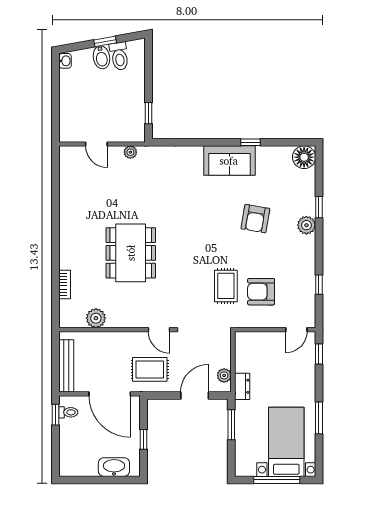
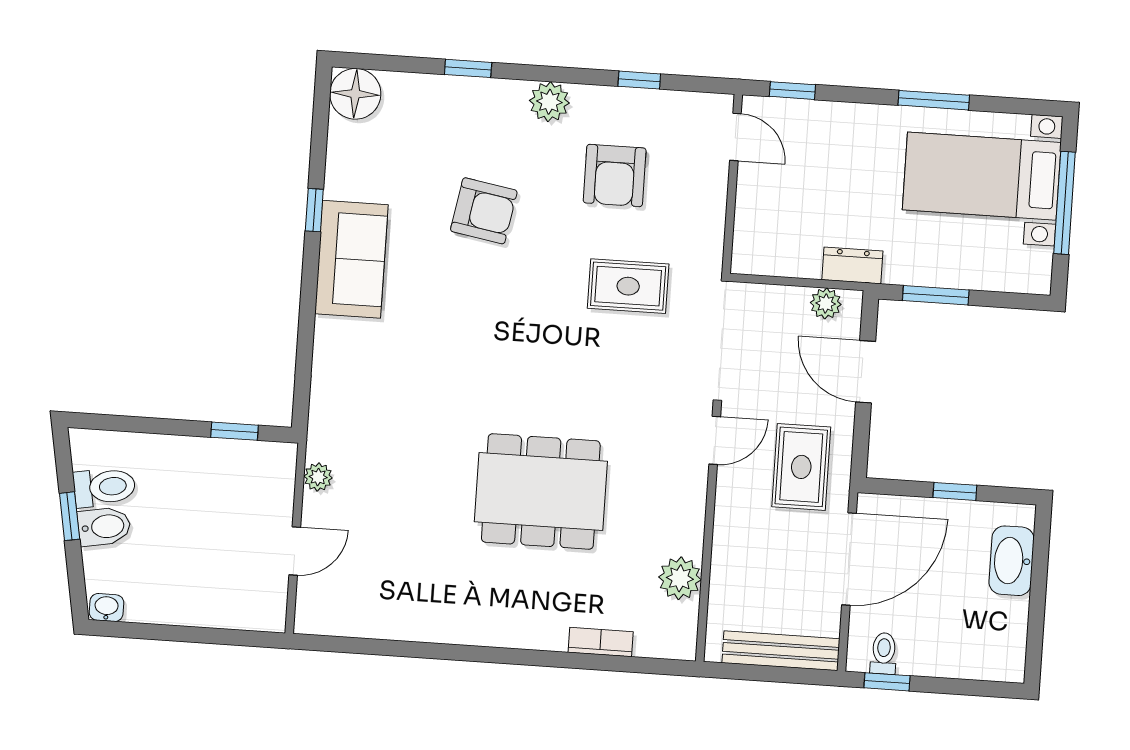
plant: (306, 225) -> (549, 102), moved
armchair: (261, 292) -> (615, 175), moved

